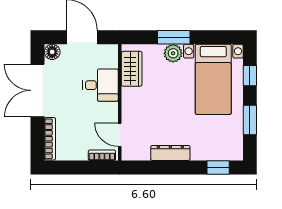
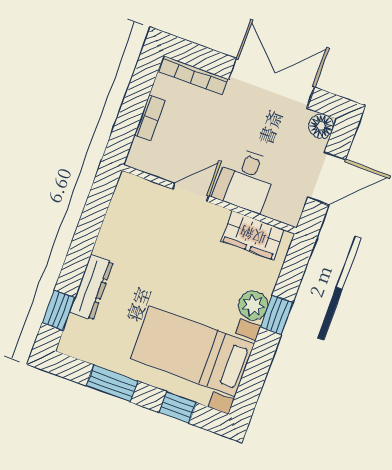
window: (174, 37) -> (277, 315), width x0.67
door: (120, 135) -> (191, 192), moved
dresser: (170, 153) -> (92, 287), moved
bookcase: (102, 155) -> (150, 118), moved

